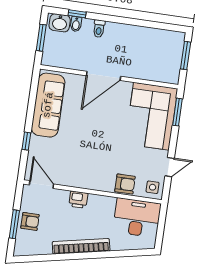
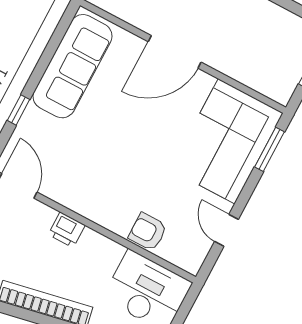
door: (170, 167) -> (226, 230), swing flipped
armchair: (125, 184) -> (148, 232), turned 180
side table: (153, 187) -> (189, 252), removed

